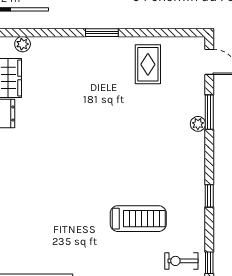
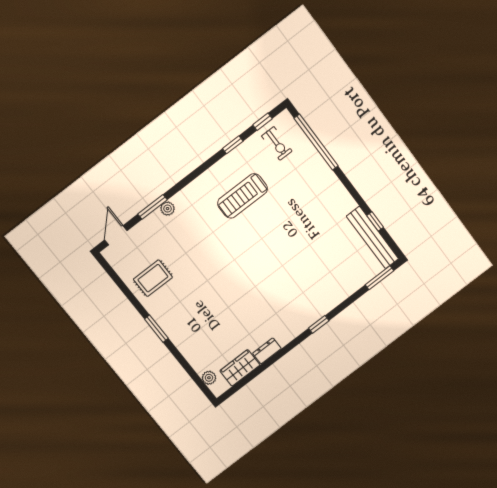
window: (209, 196) -> (233, 145), moved
treadmill: (138, 219) -> (243, 196), moved, turned -90

